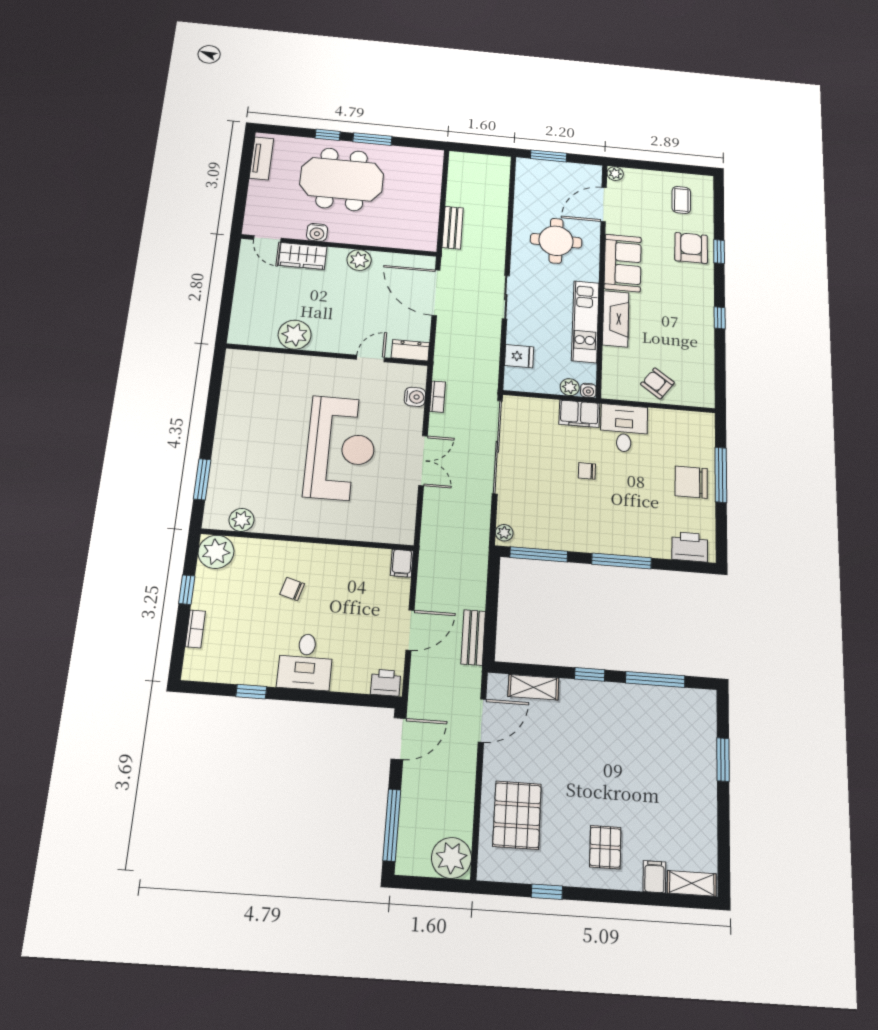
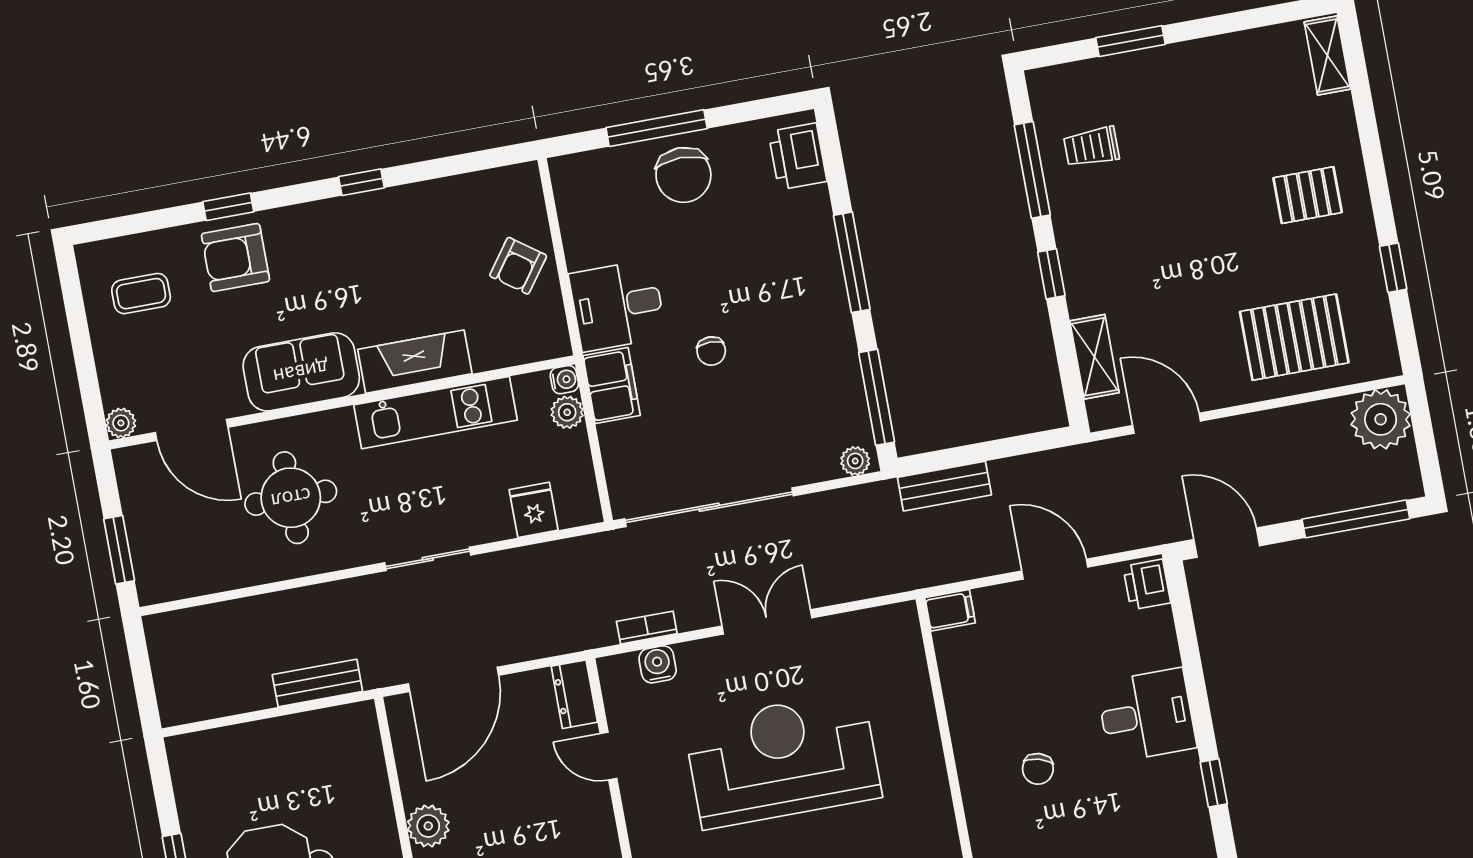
bench: (473, 637) -> (944, 486), moved
trolley: (662, 719) -> (1091, 147), added
filing cabinet: (654, 877) -> (1332, 113), removed

